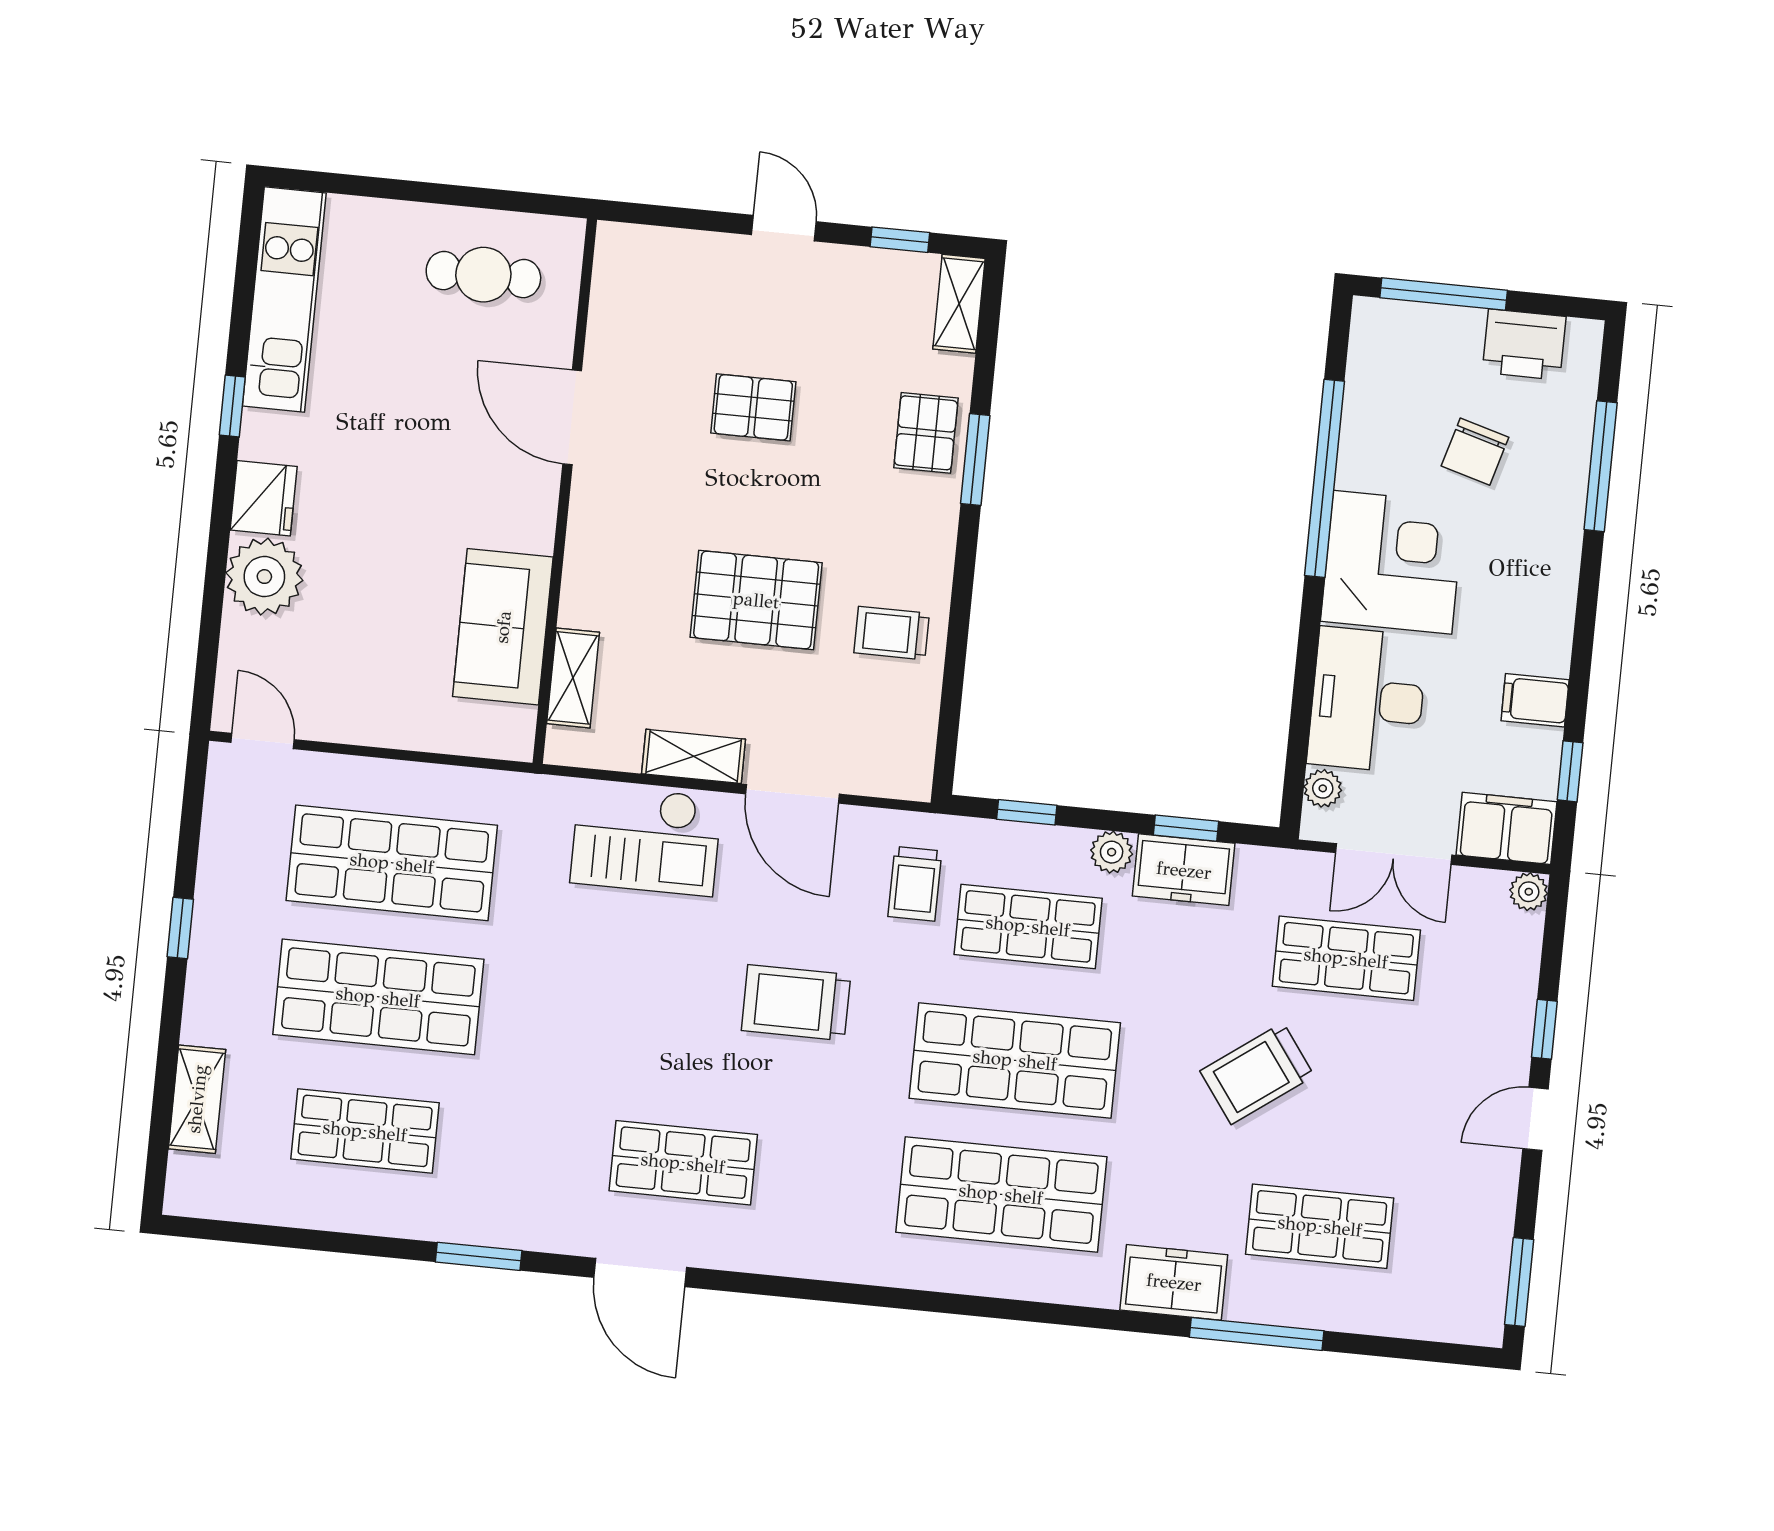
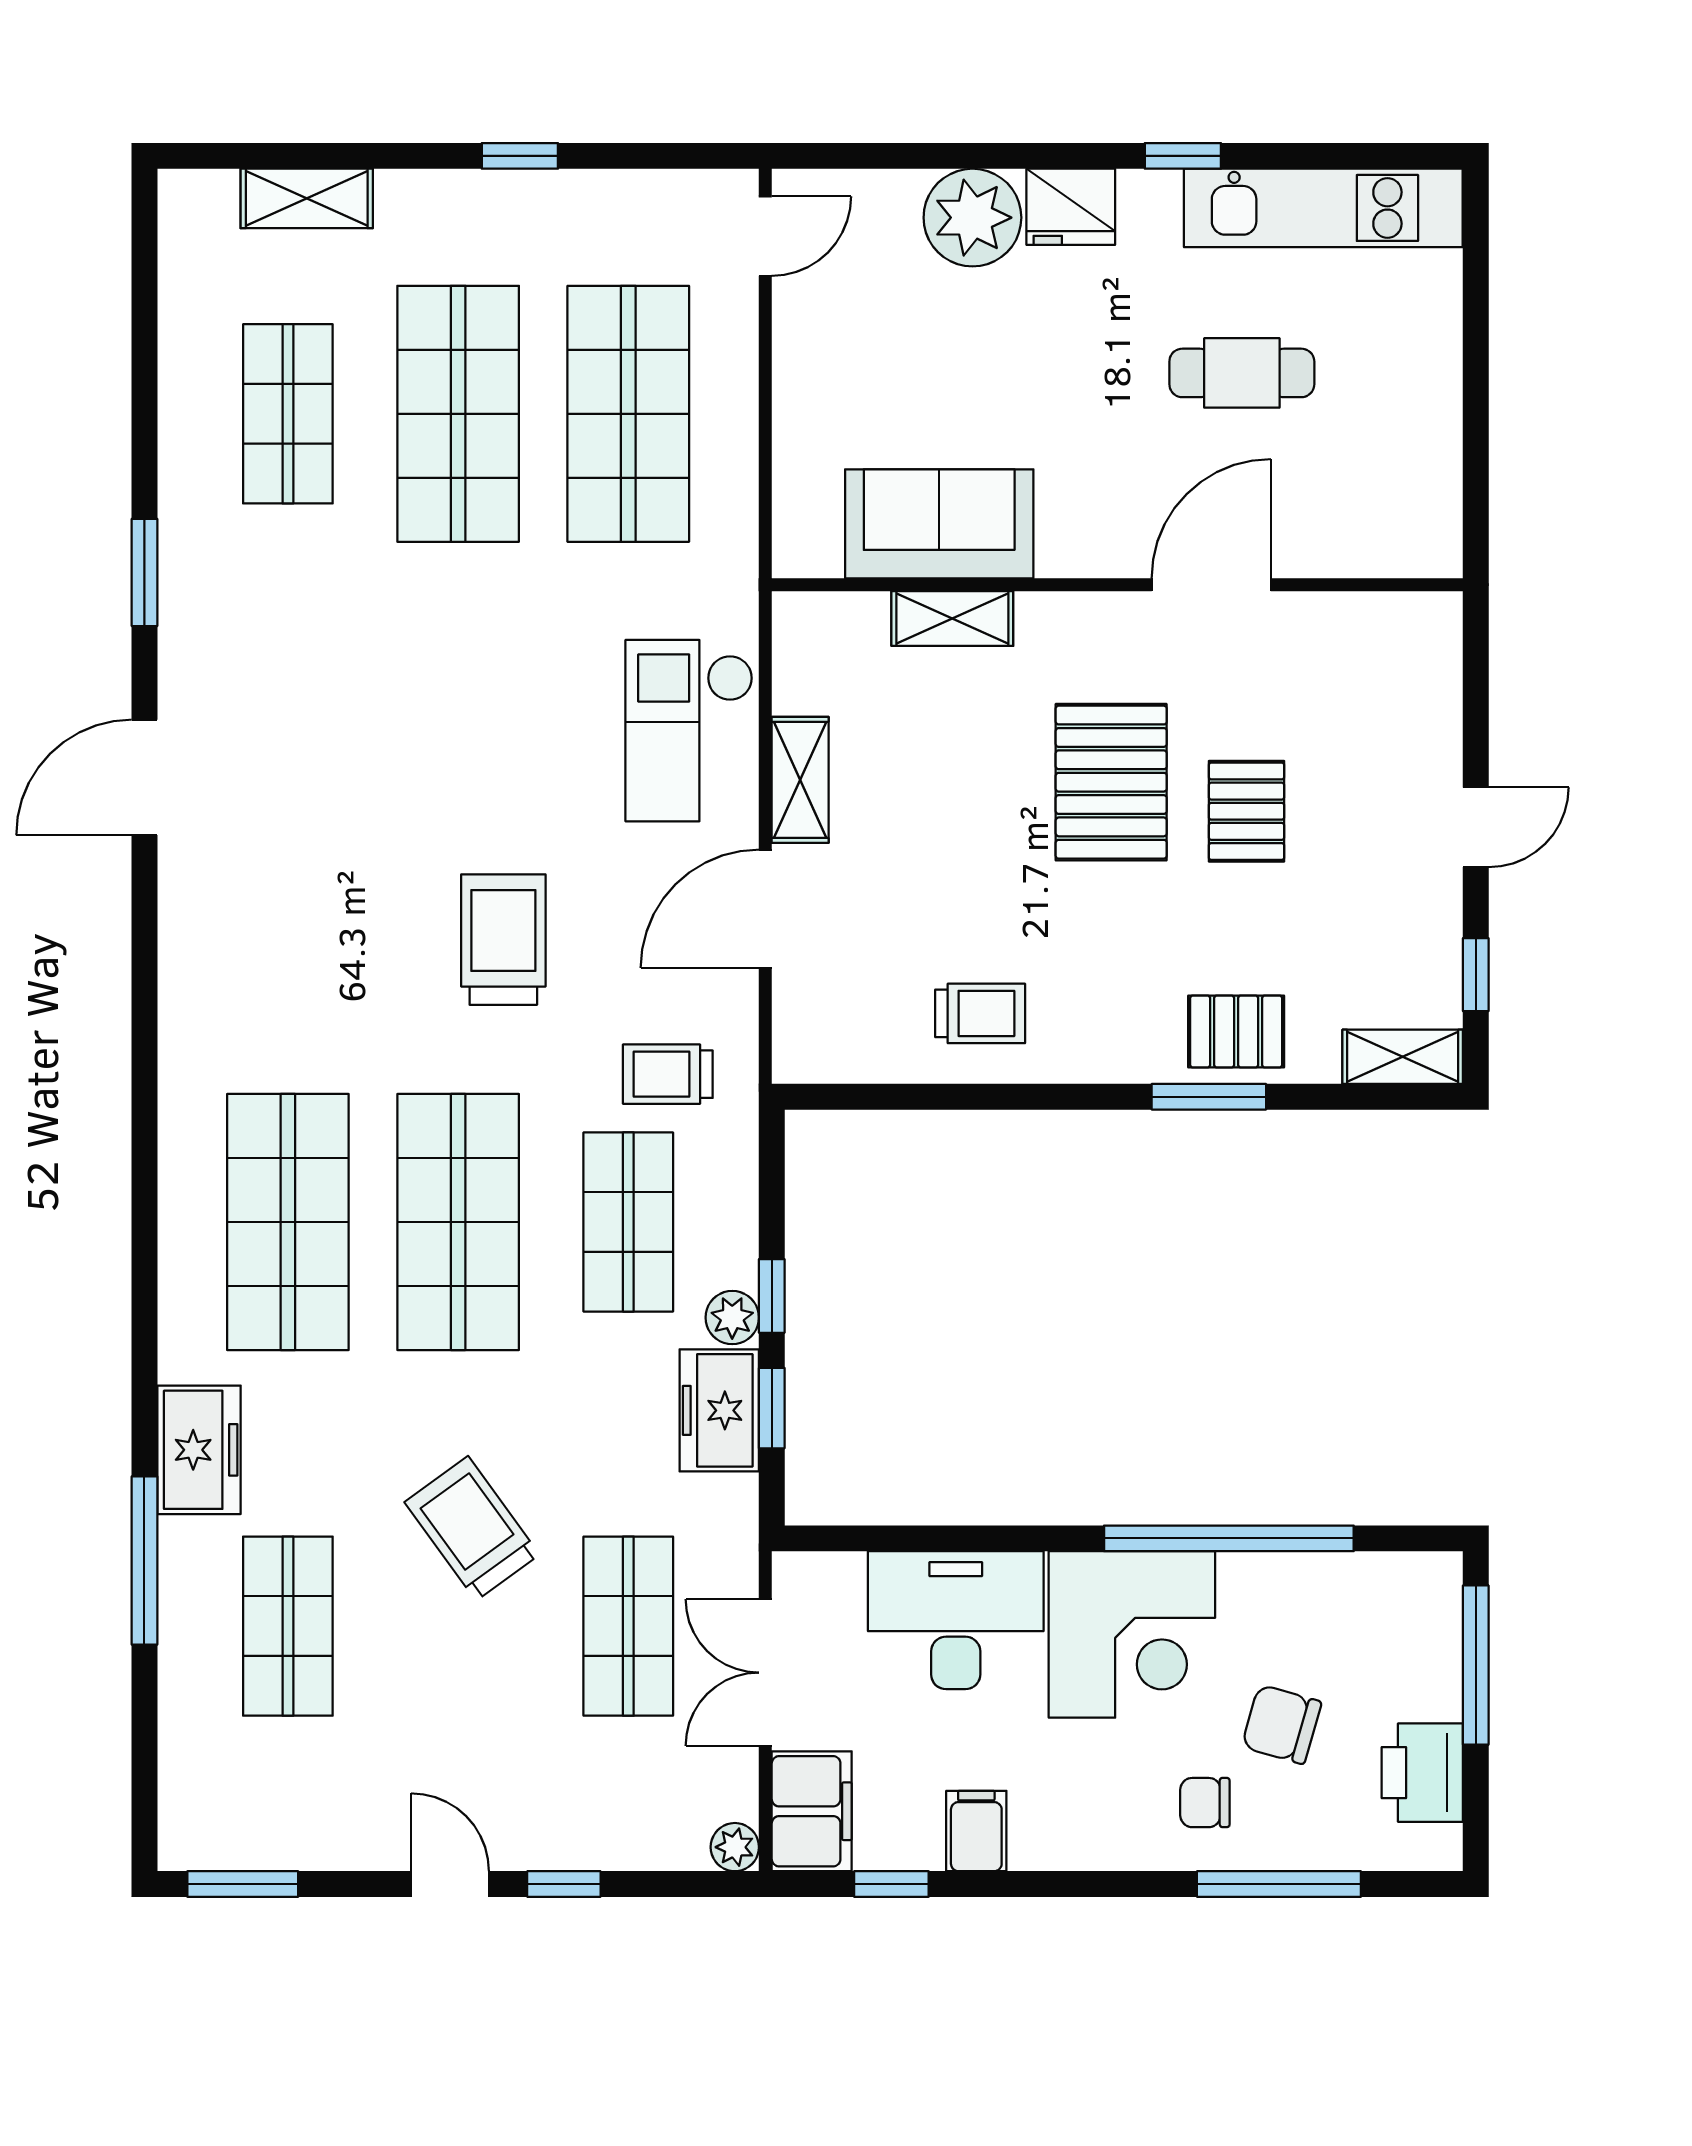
cafe table: (483, 275) -> (1242, 373), moved, turned 90
chair: (1531, 518) -> (1205, 1803), added
pallet: (756, 600) -> (1111, 782), moved
trolley: (892, 633) -> (980, 1013), turned 90
shelving: (573, 678) -> (952, 619), moved
plant: (1323, 788) -> (839, 1575), removed
window: (1027, 812) -> (772, 1296), moved
shop shelf: (683, 1163) -> (288, 818), removed

